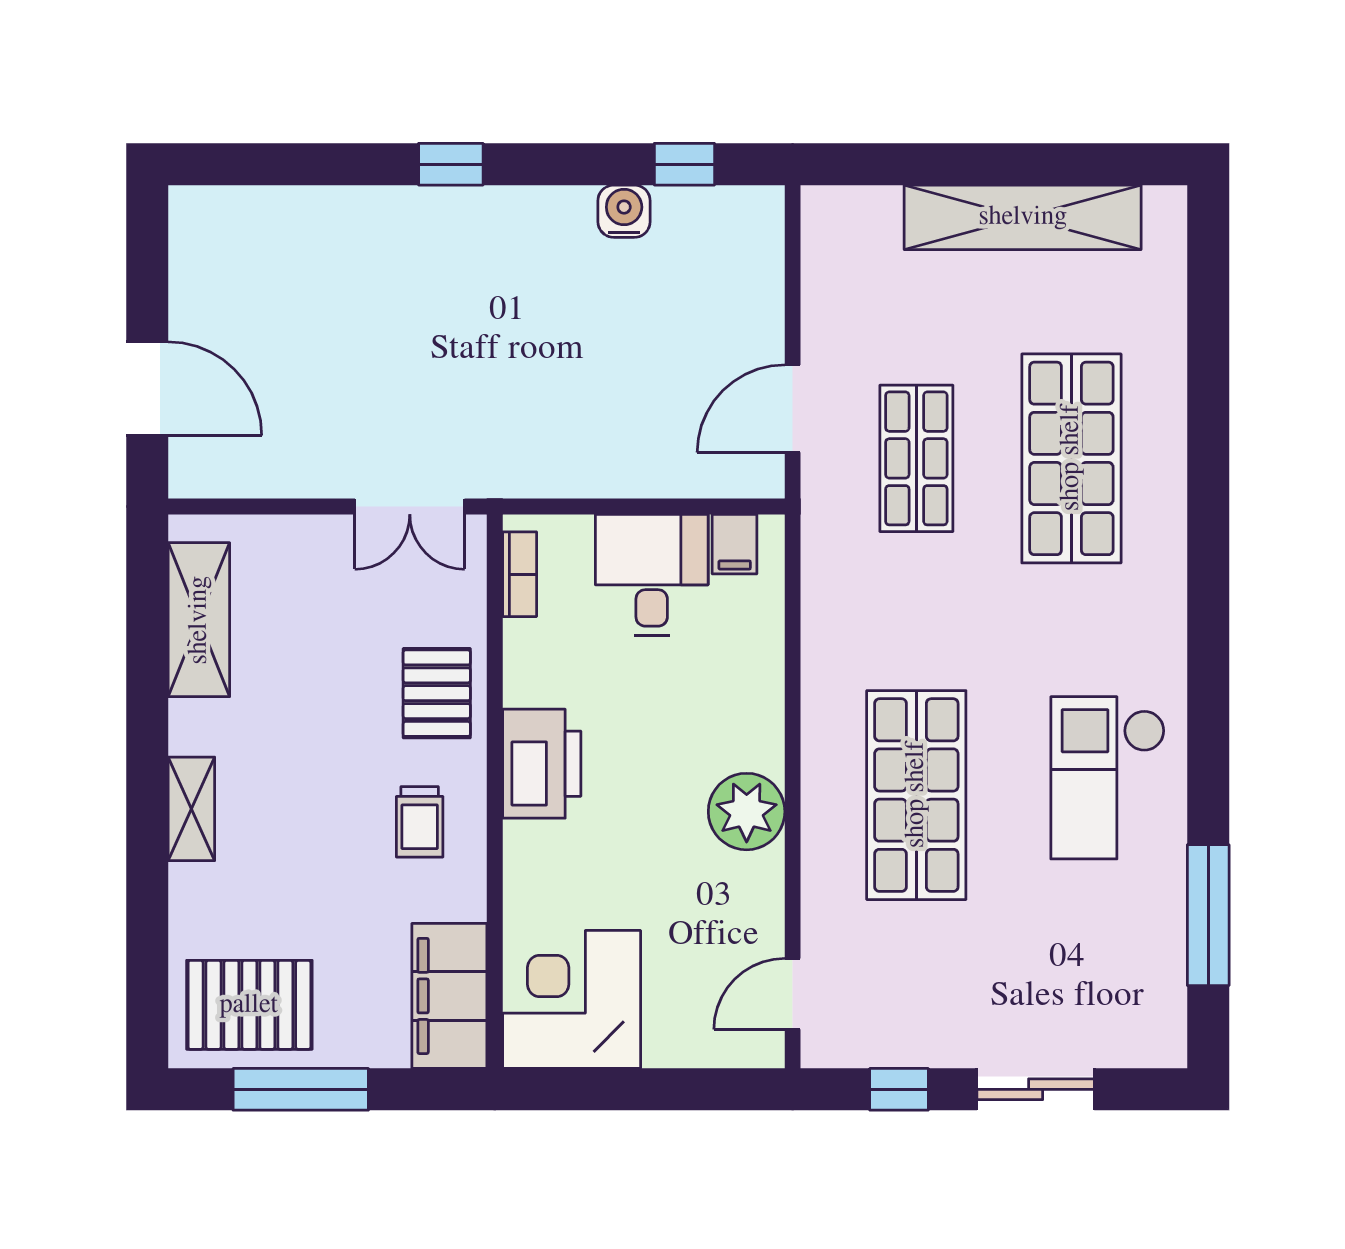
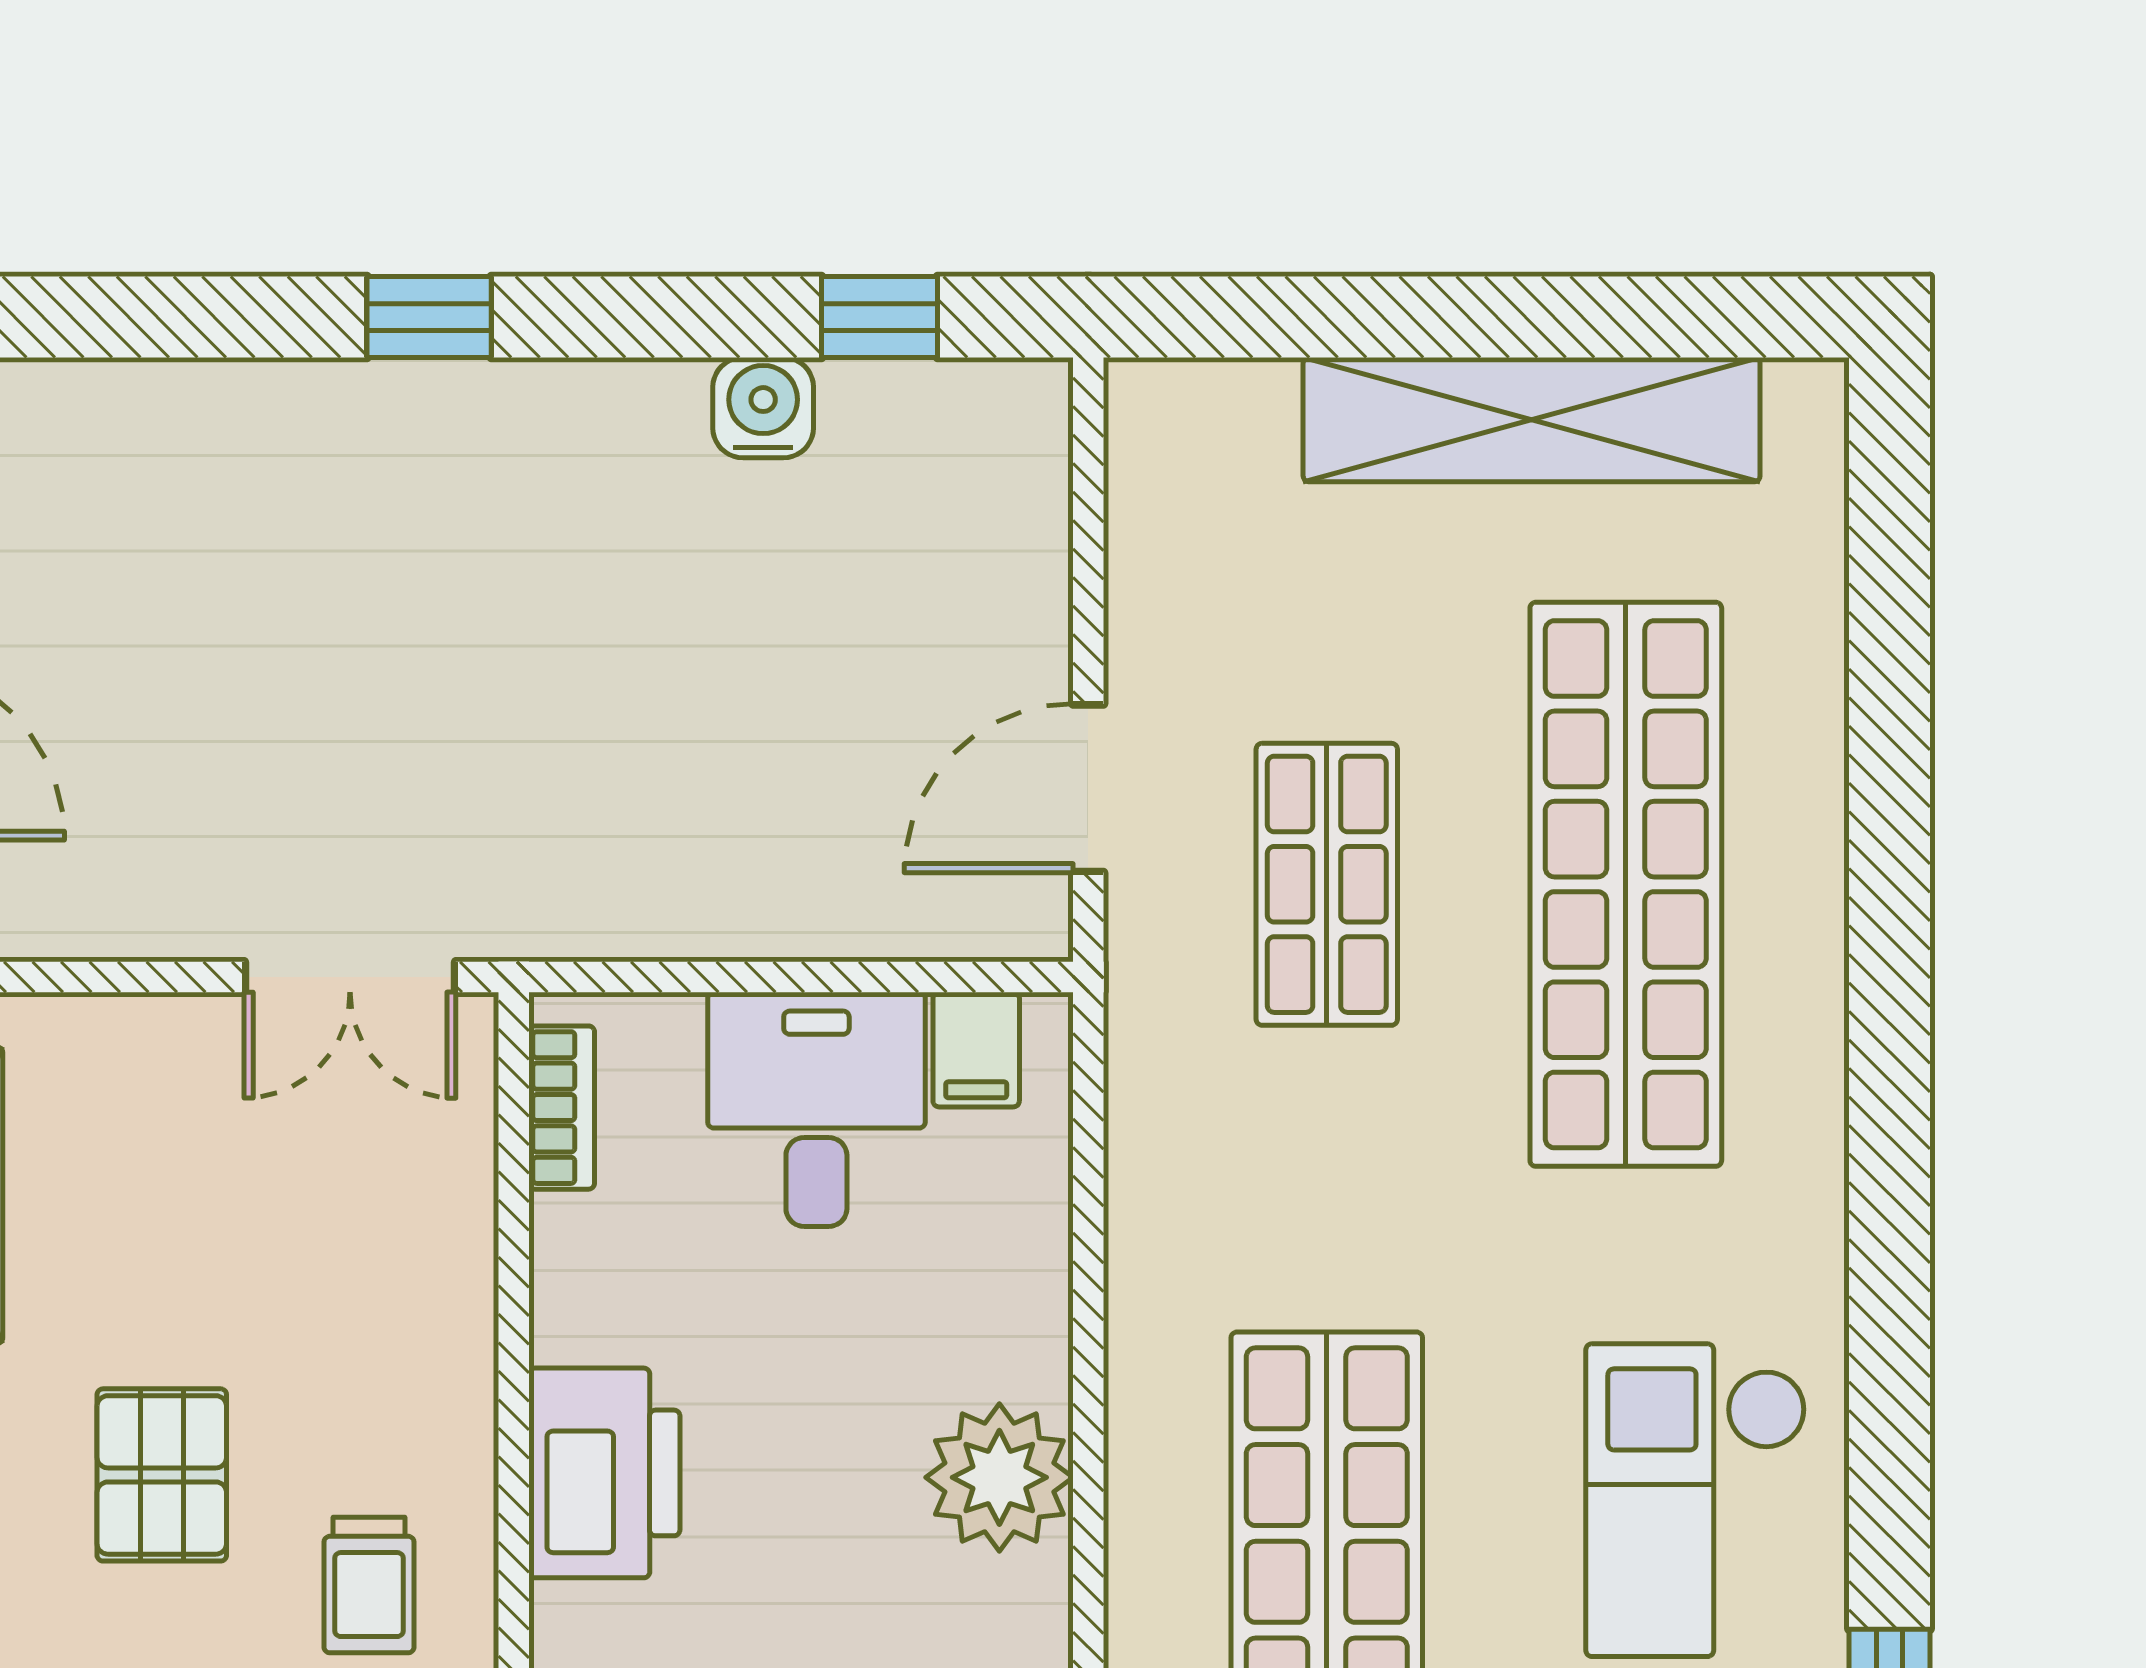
shop shelf: (1071, 458) -> (1626, 884), width x1.40
pallet: (437, 693) -> (162, 1475), moved
plant: (747, 812) -> (999, 1477), moved

